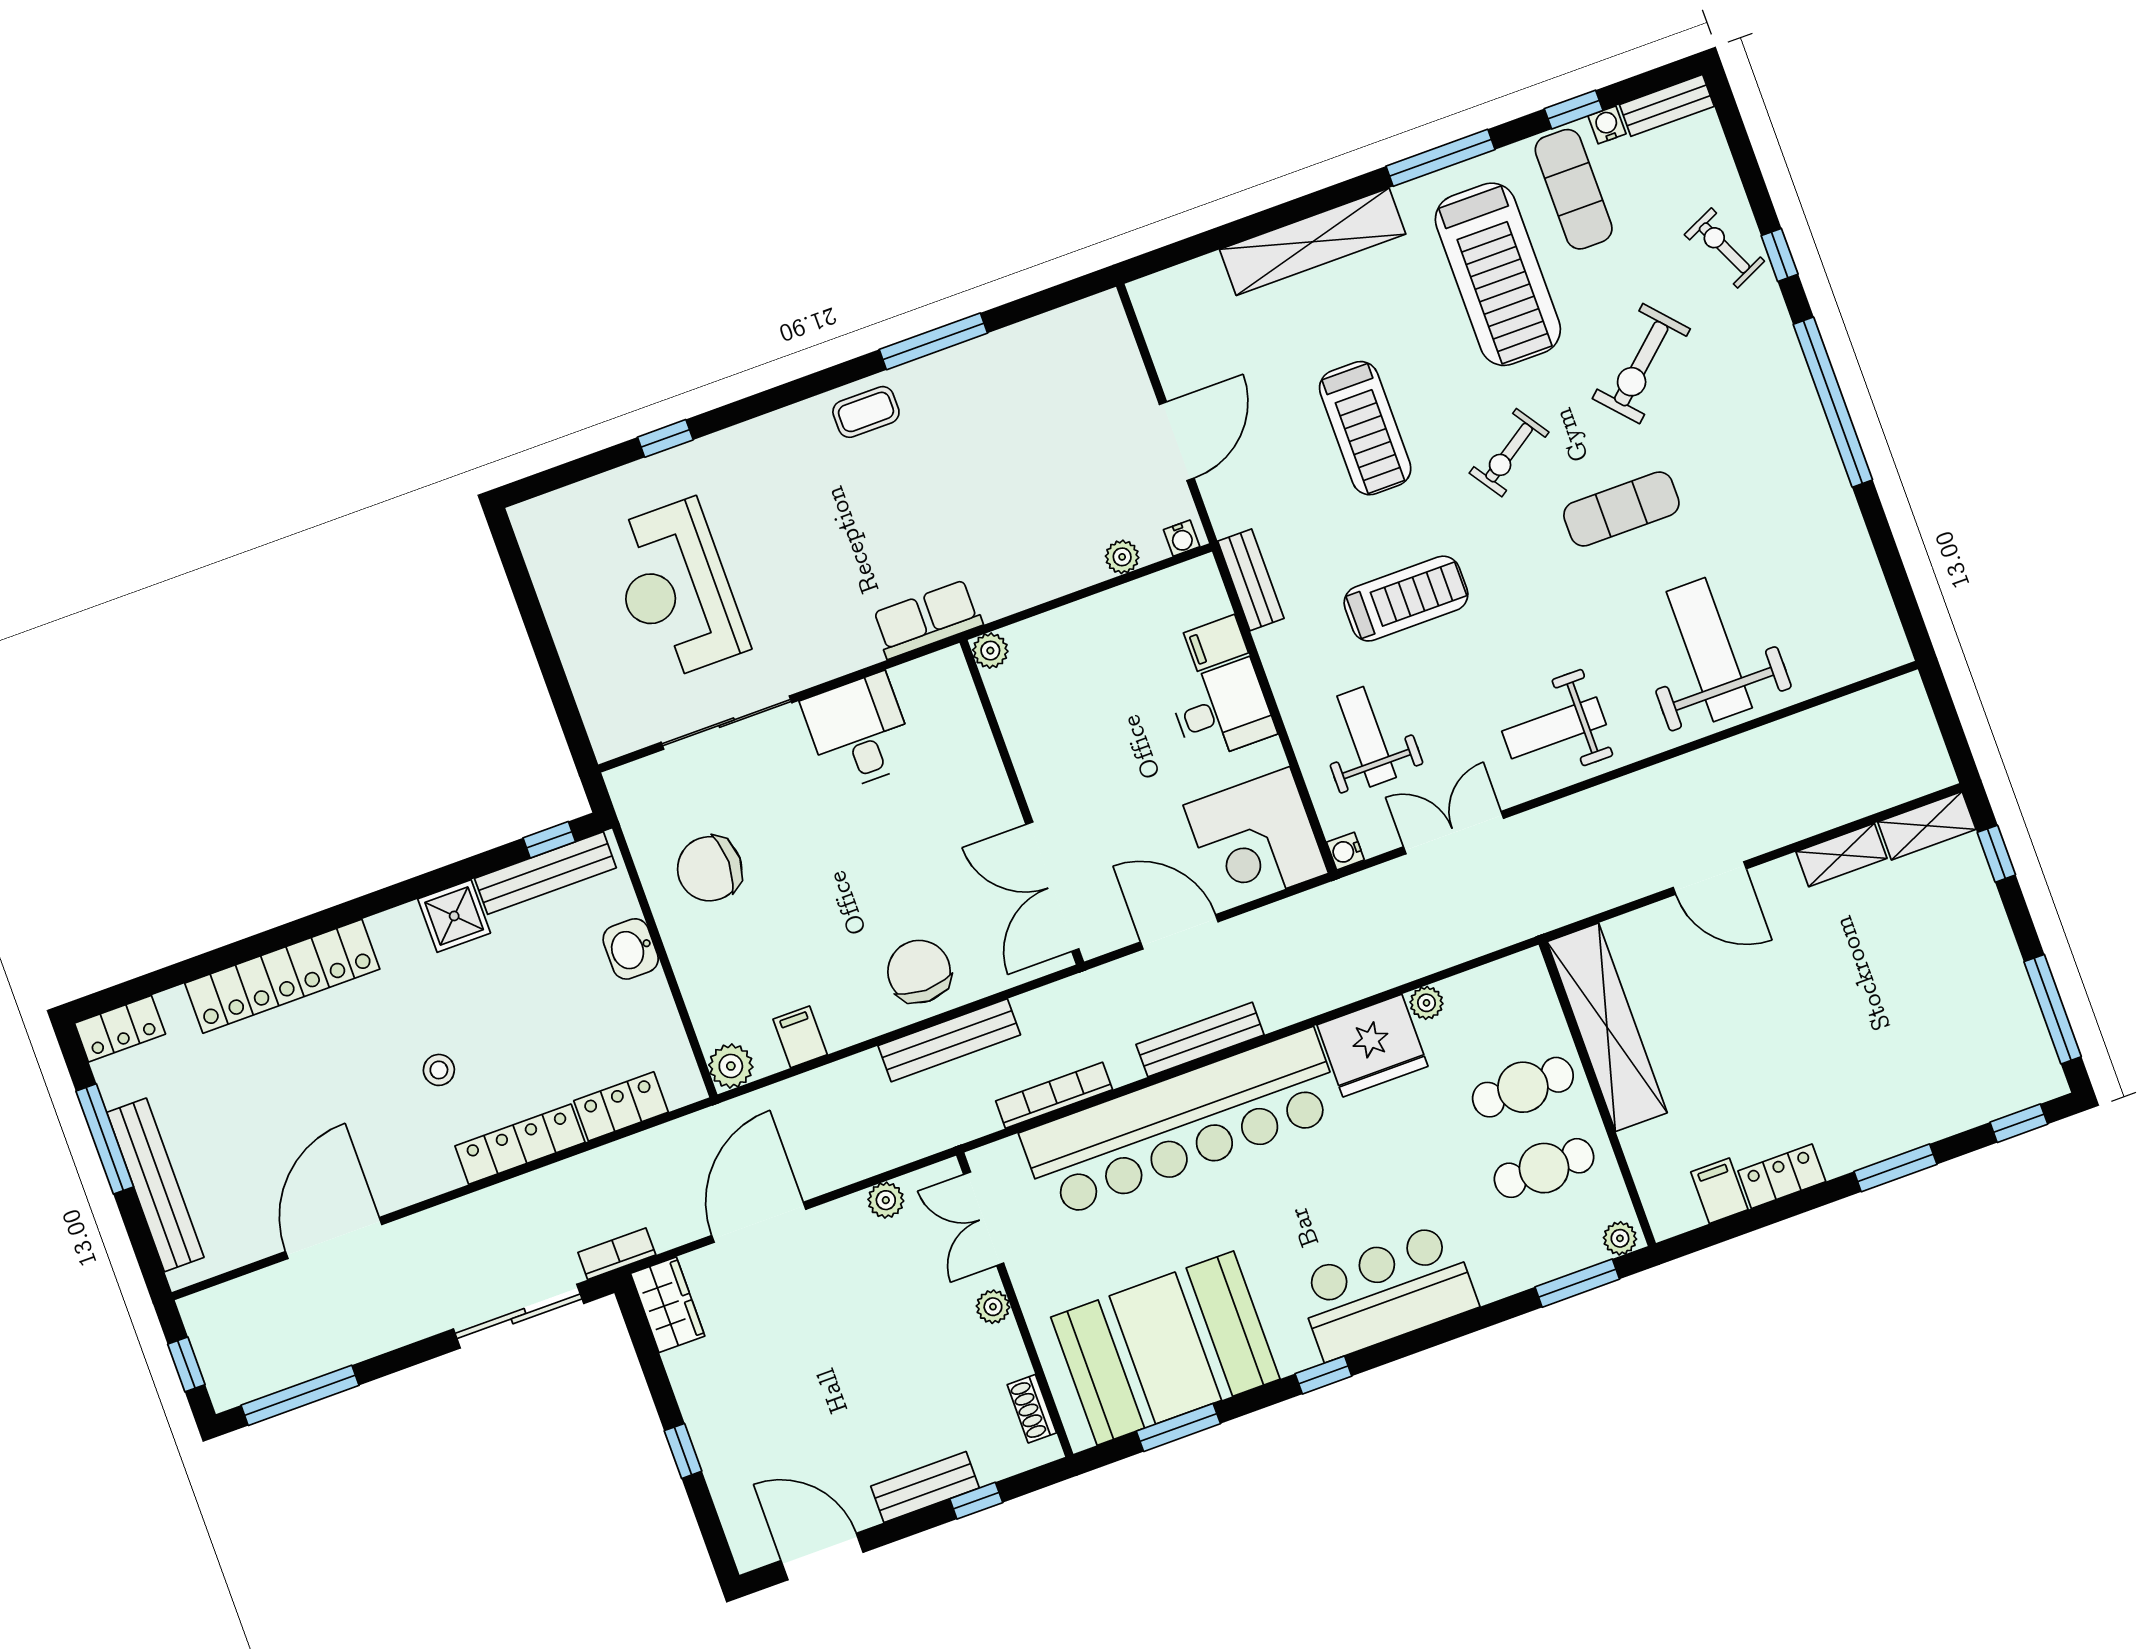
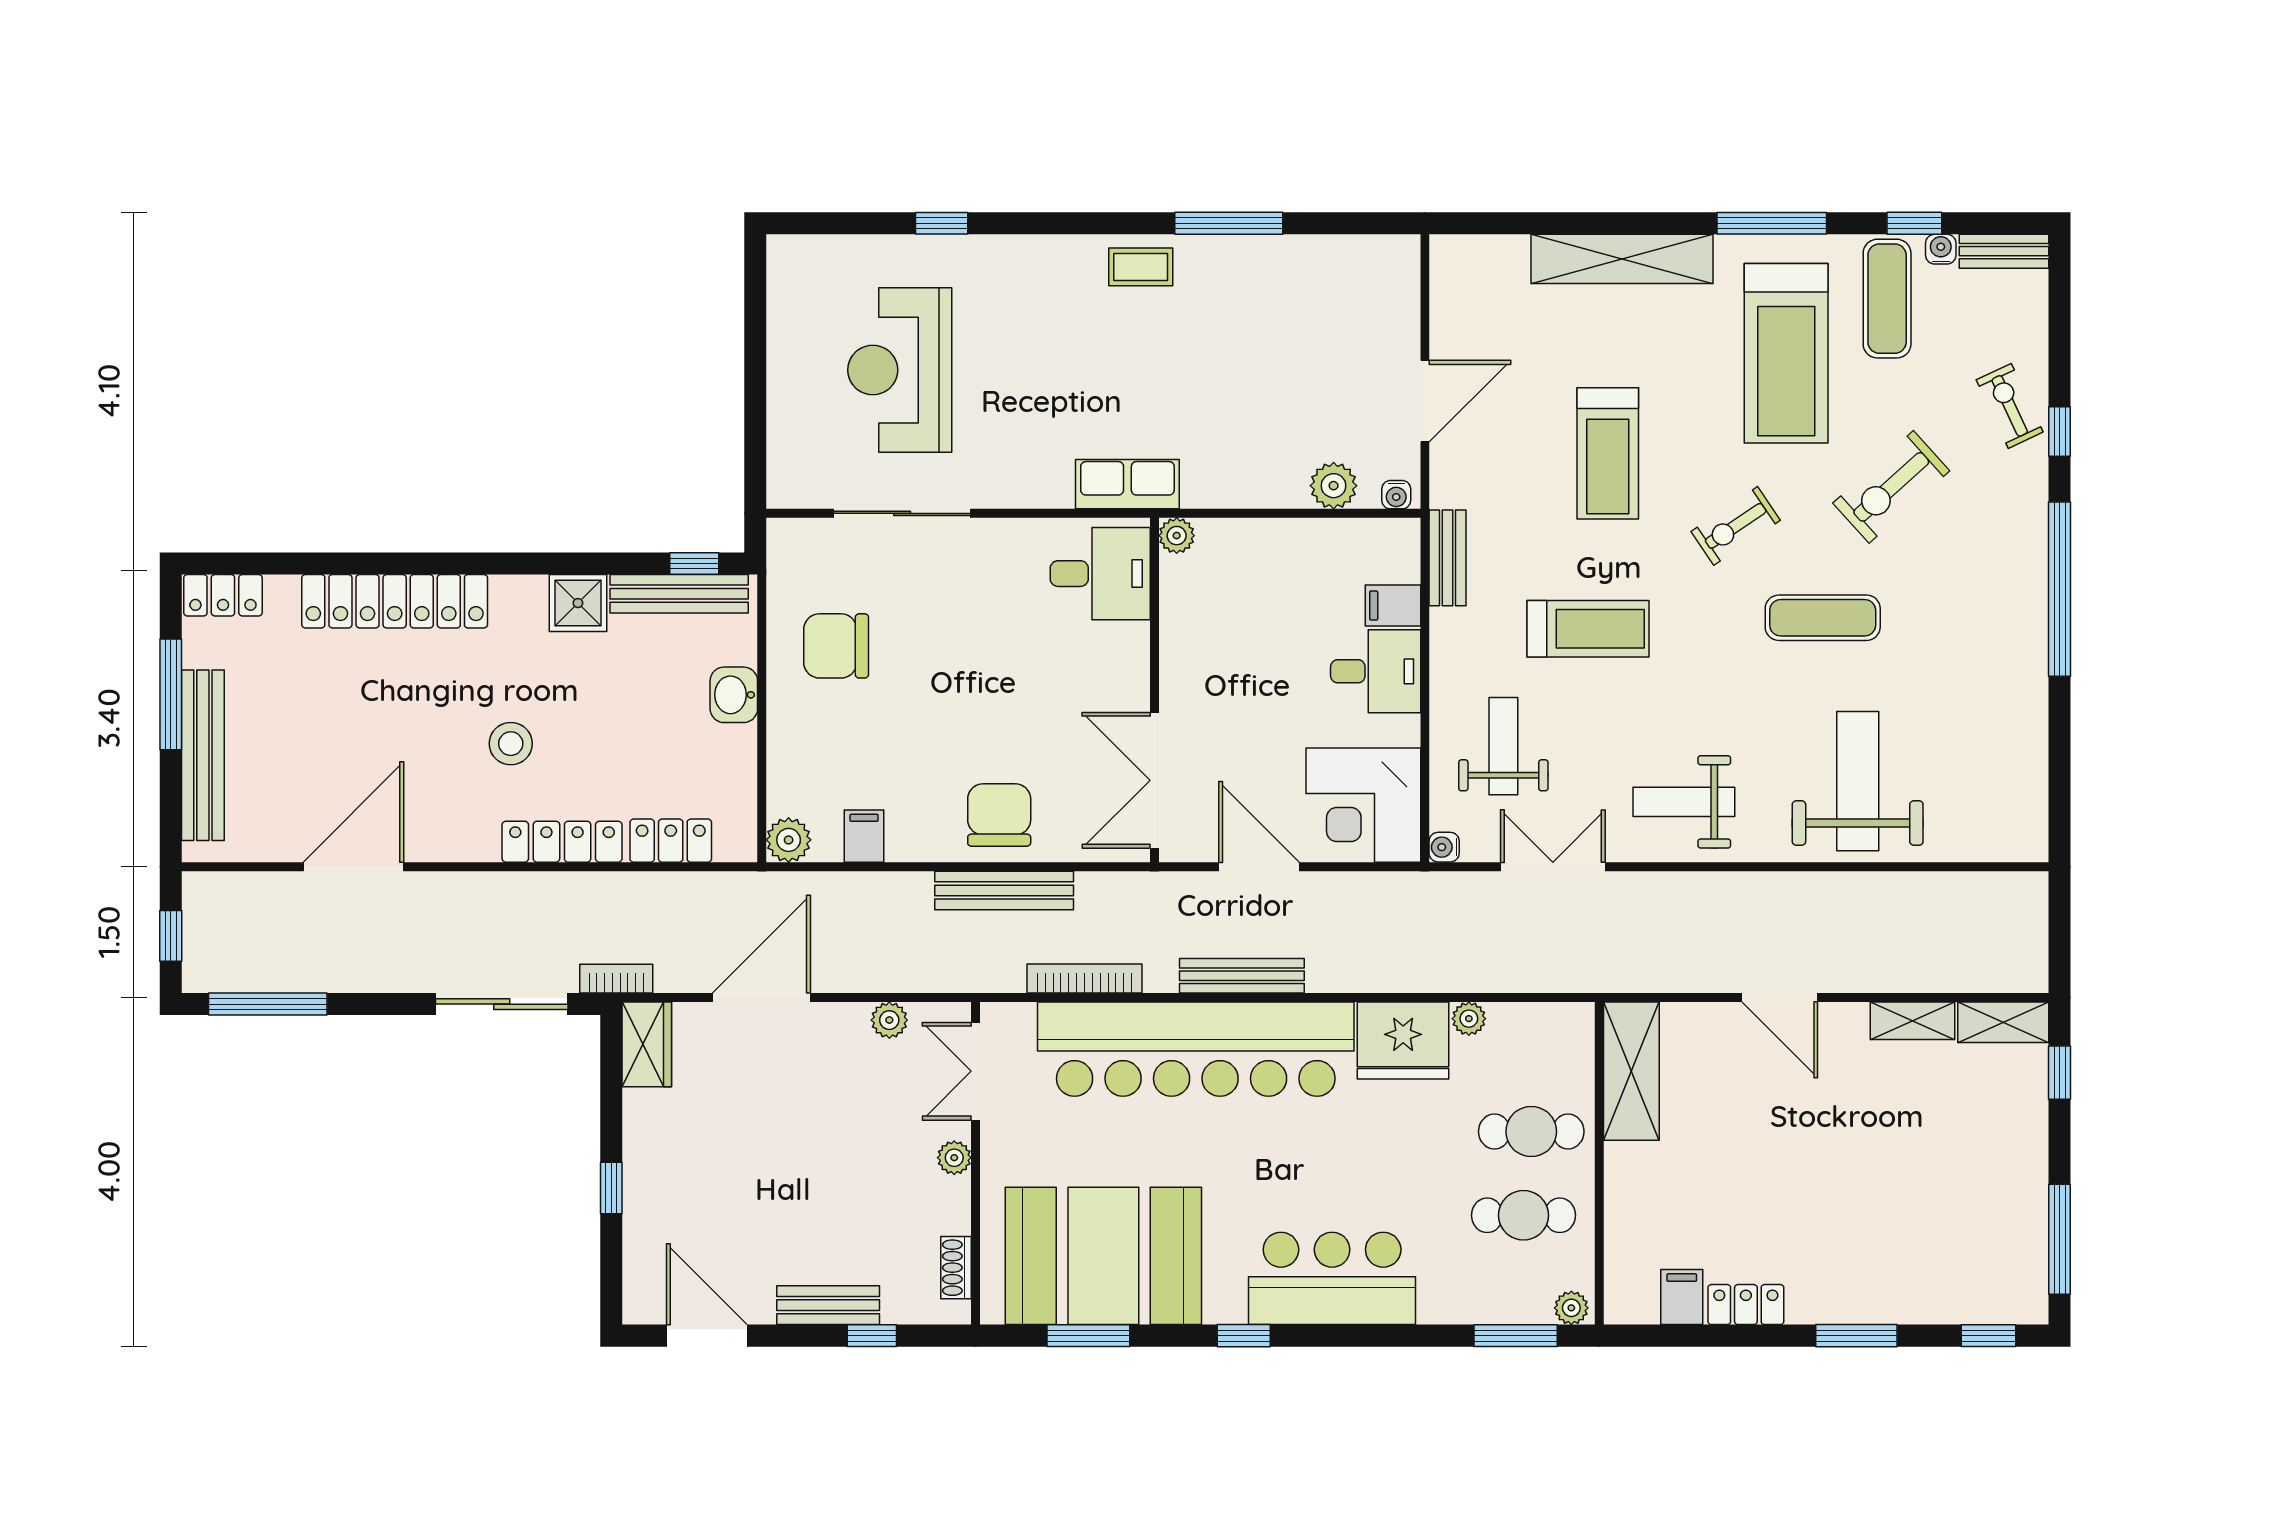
plant: (1122, 557) -> (1334, 486), width x1.38, depth x1.38
desk: (859, 732) -> (1100, 574), moved, turned 90
shelving: (1607, 1027) -> (1631, 1071), width x0.68
stool: (439, 1070) -> (511, 744), width x1.37, depth x1.37

